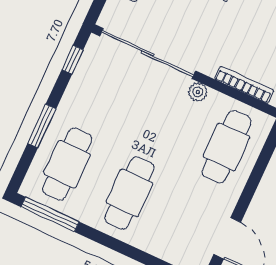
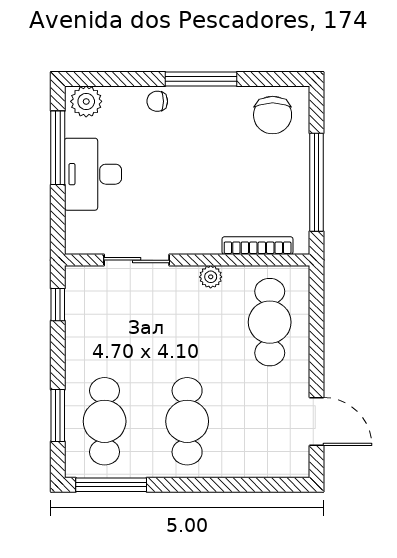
sliding door: (148, 53) -> (137, 260), width x0.54
window: (42, 126) -> (58, 416), moved

